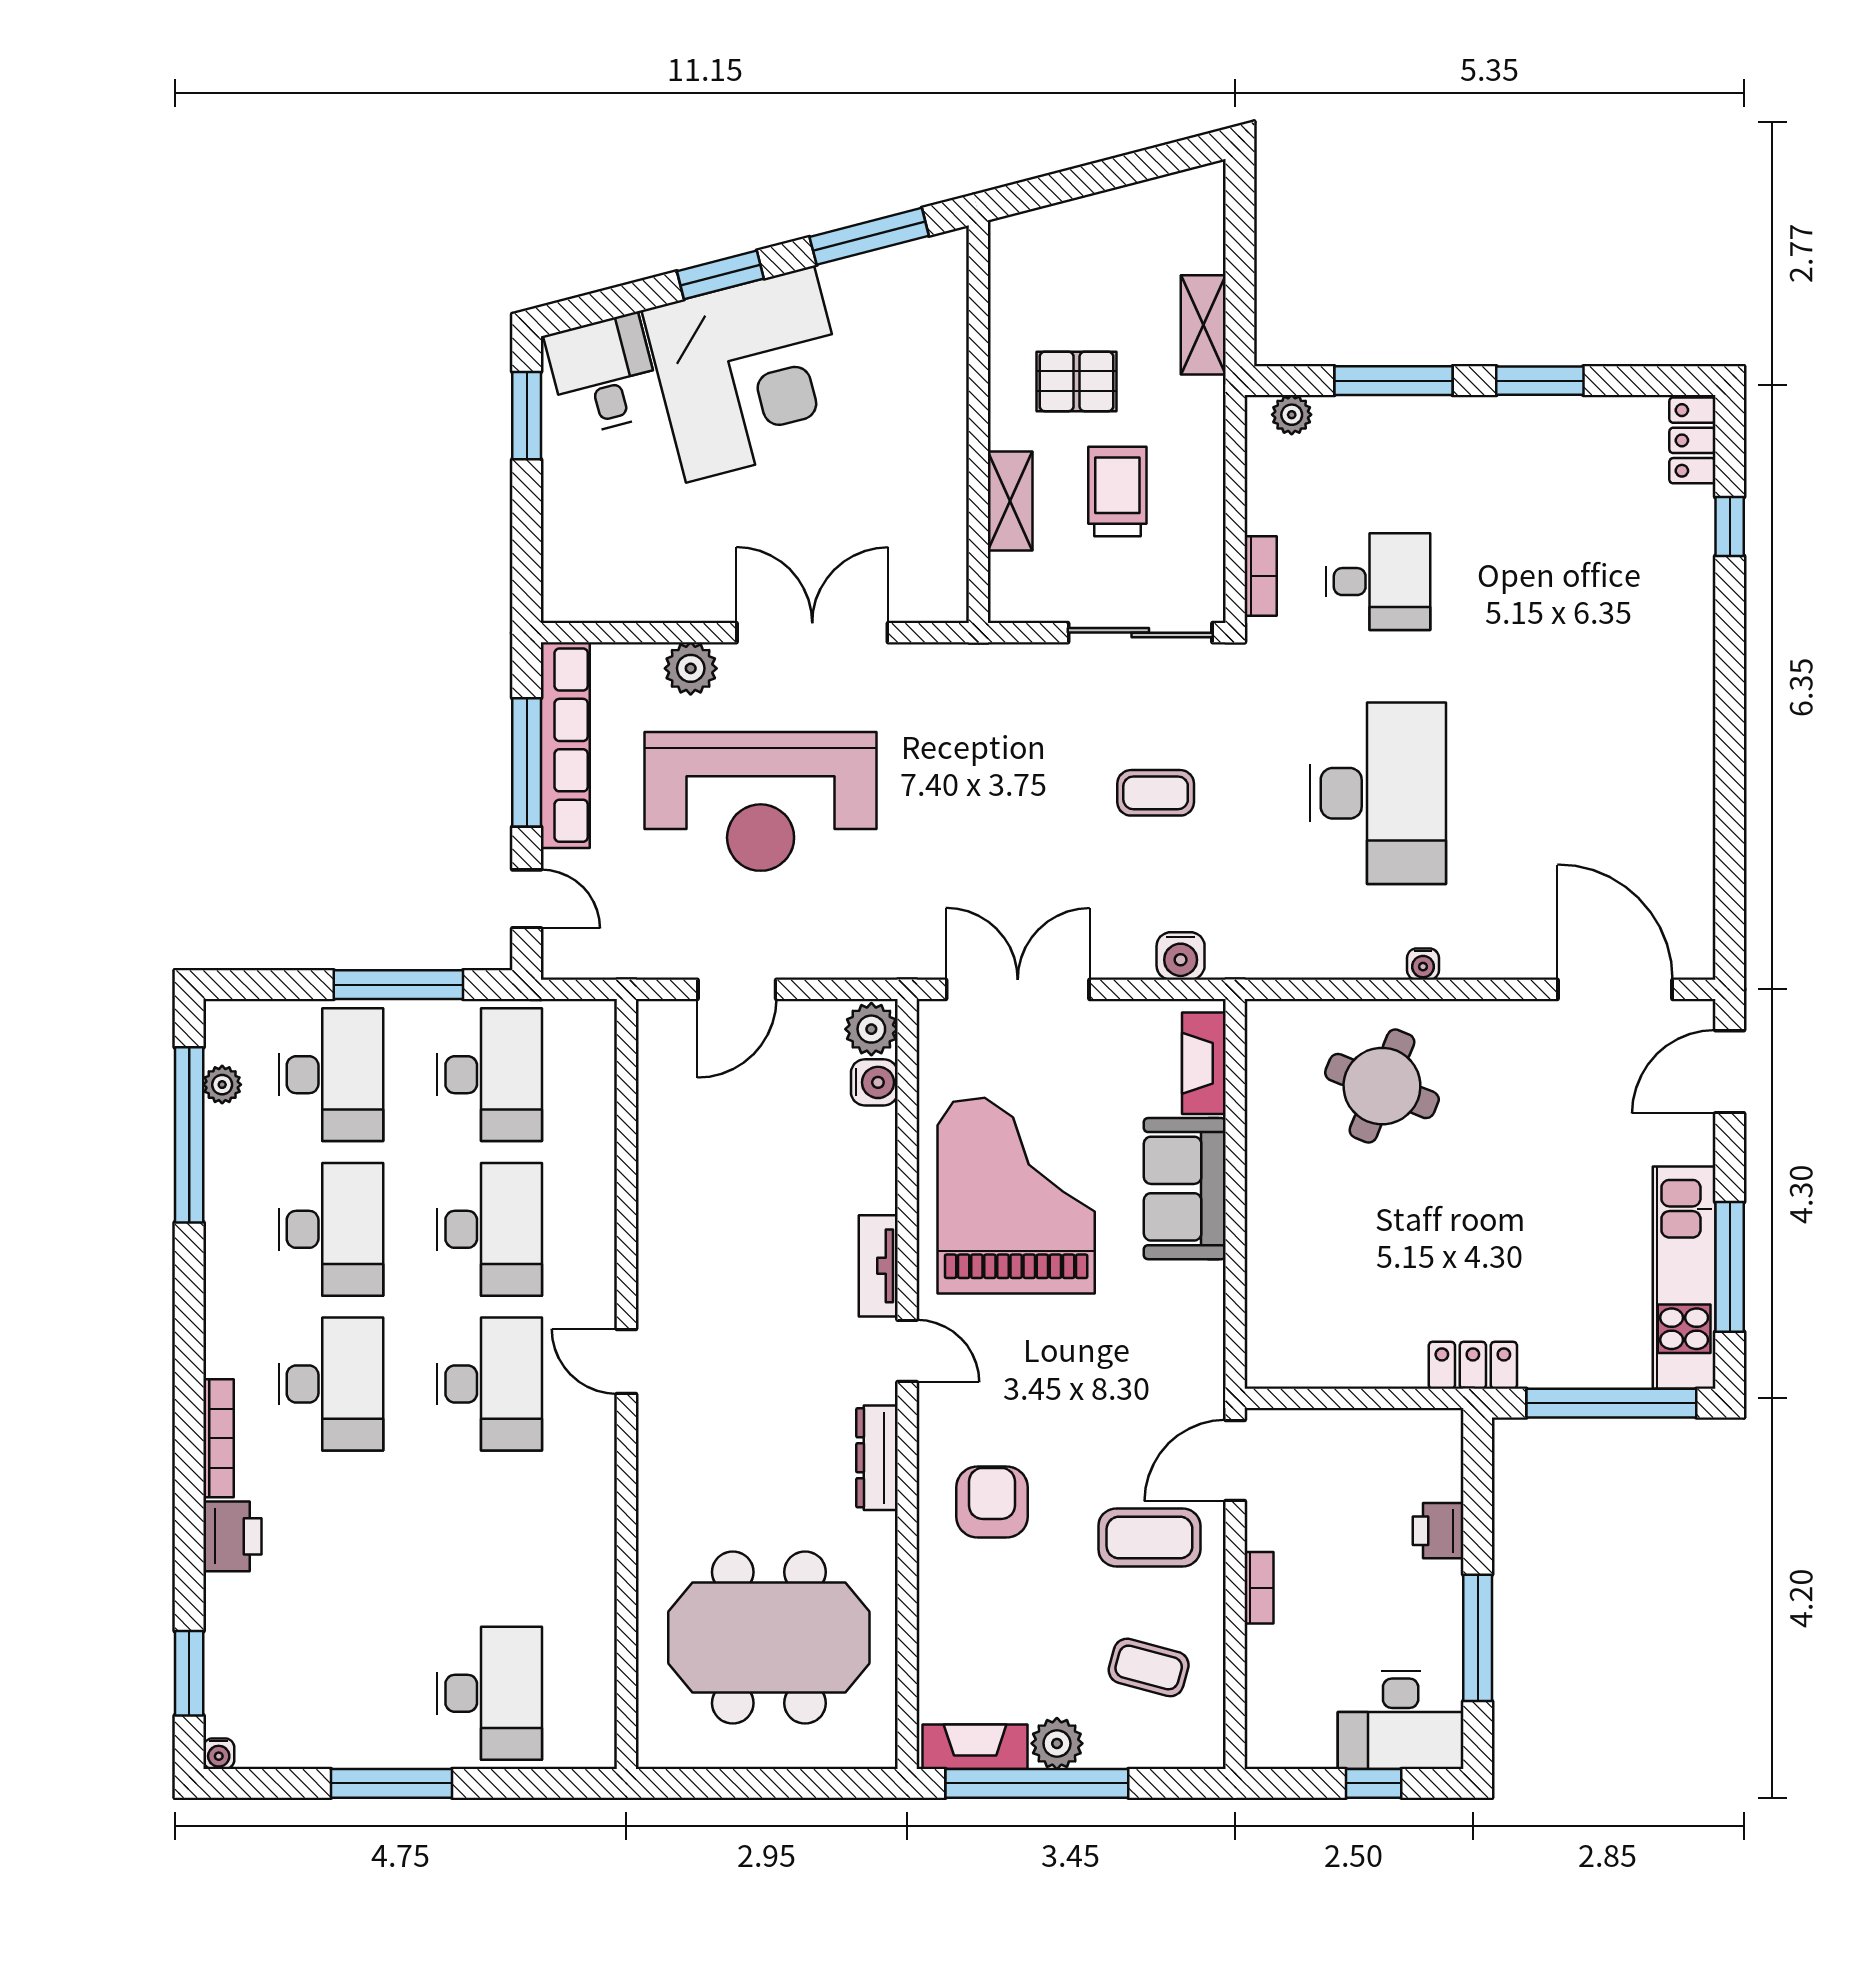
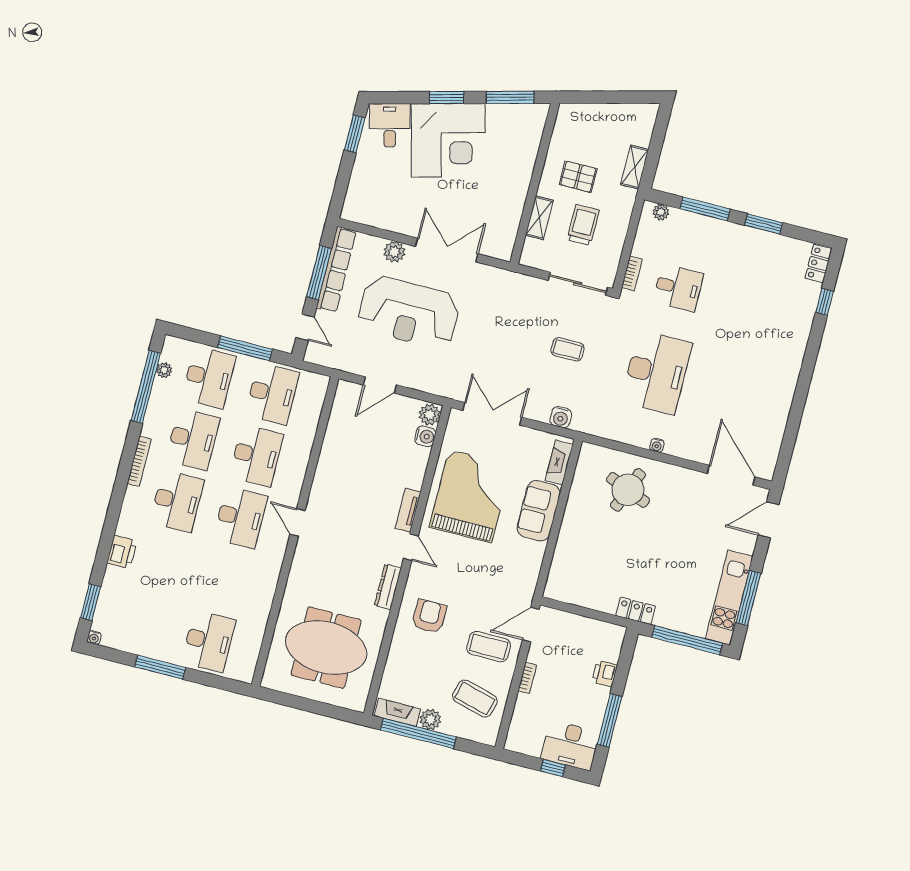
bookcase: (218, 1438) -> (139, 461), moved
coffee table: (1149, 1667) -> (475, 698), width x1.36, depth x1.30

